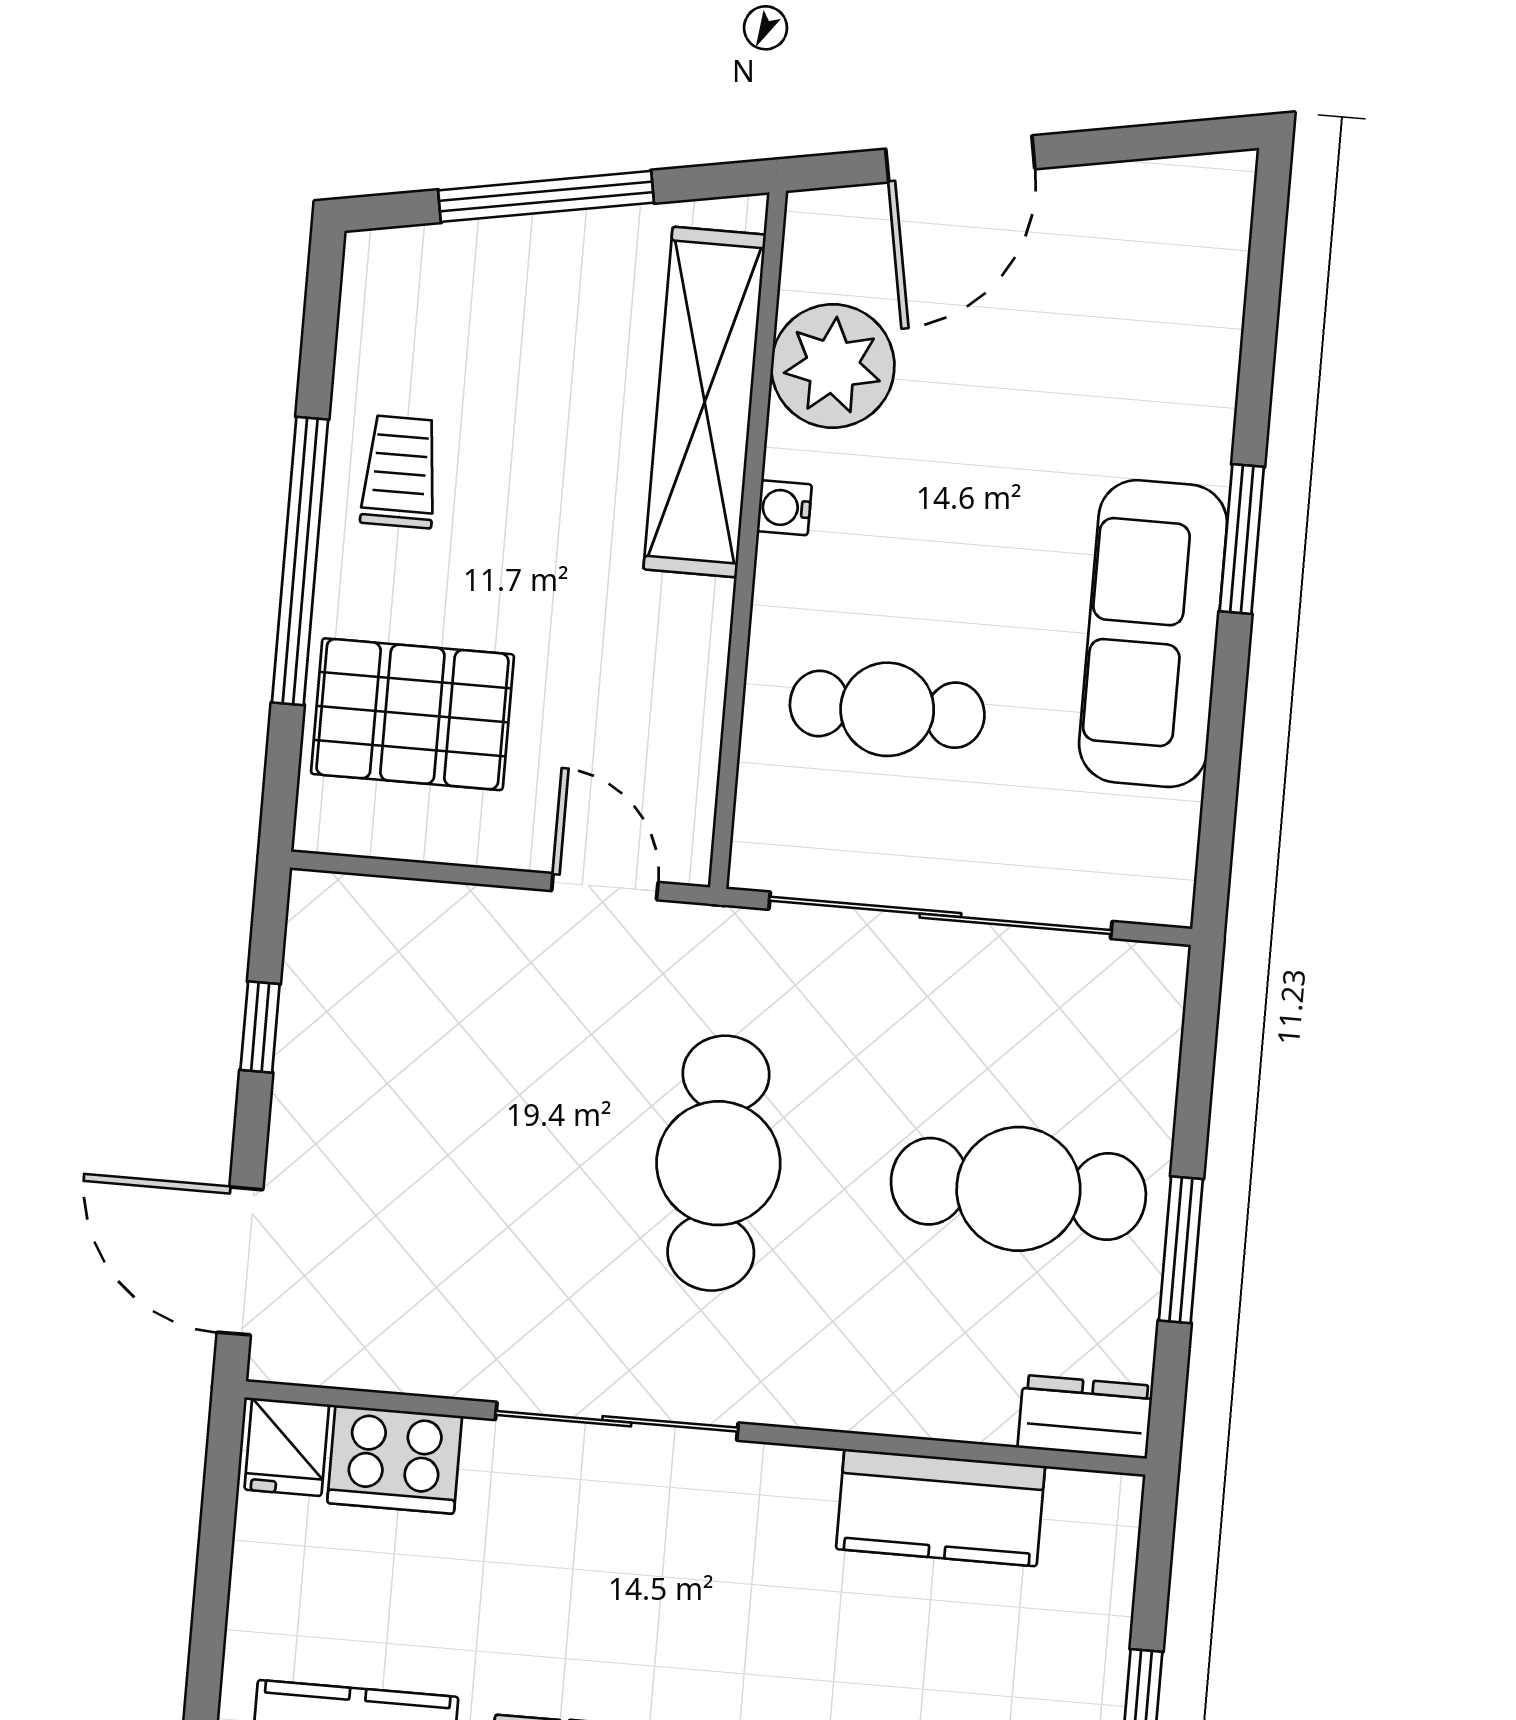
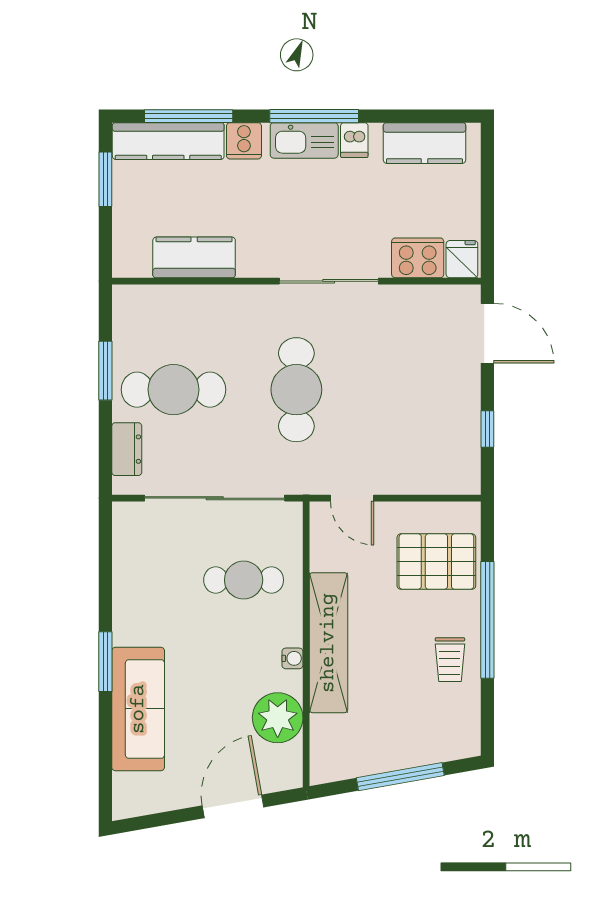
shelving: (705, 402) -> (328, 643), moved
sofa: (1153, 634) -> (138, 709), moved
dresser: (1085, 1417) -> (127, 449), moved, turned -90

